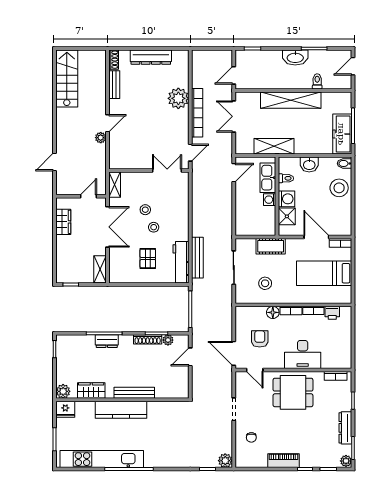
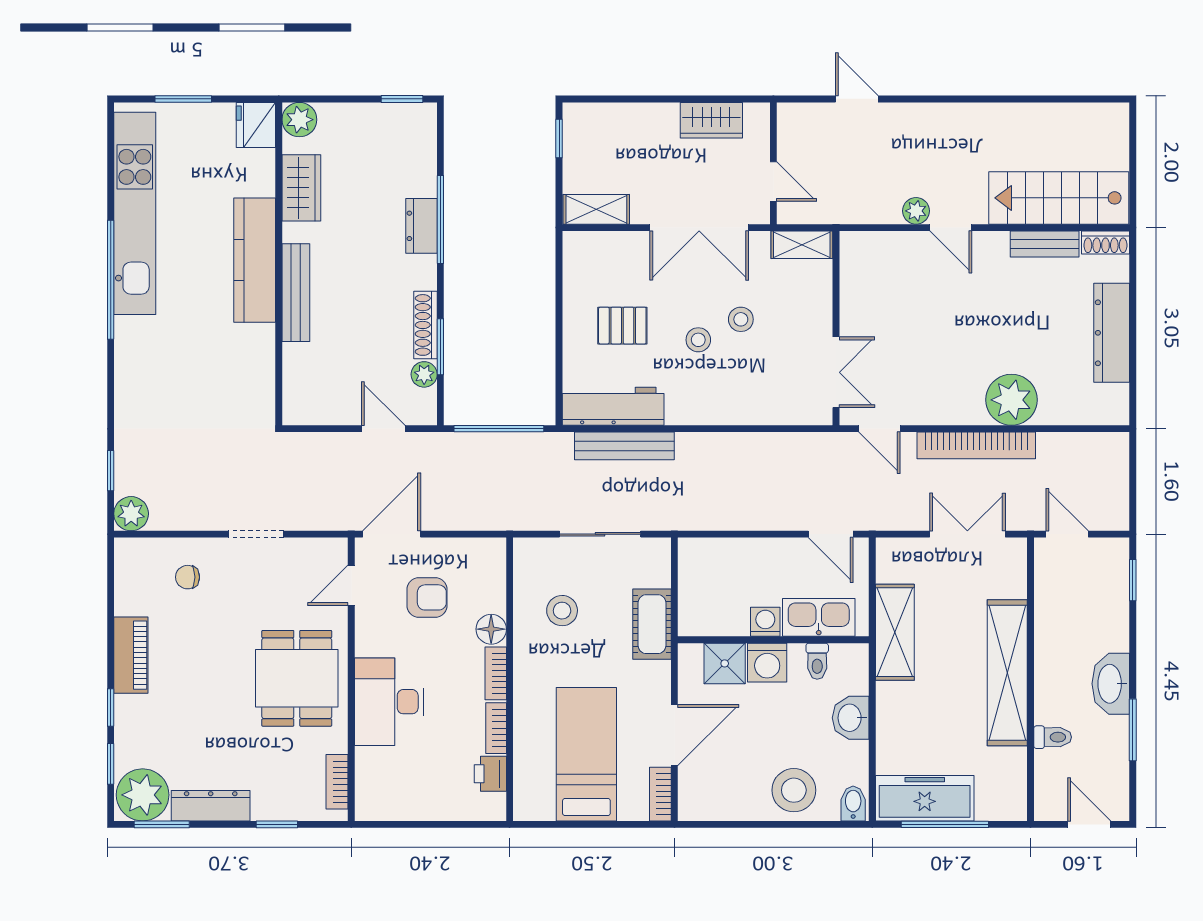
stairs: (67, 78) -> (1059, 198), moved, turned 180
plant: (346, 461) -> (143, 795), width x1.88, depth x1.88

